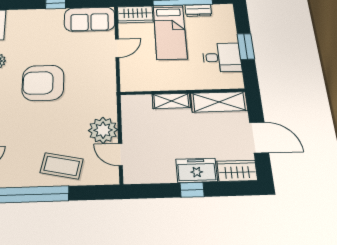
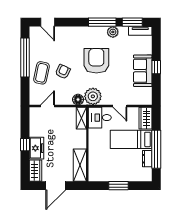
sofa: (90, 19) -> (143, 71), moved
desk: (222, 57) -> (100, 118), moved, turned 90
shelving: (171, 101) -> (81, 118), moved
floor lamp: (108, 108) -> (78, 100), added
plant: (103, 130) -> (93, 96), moved
armchair: (60, 132) -> (63, 72), added

